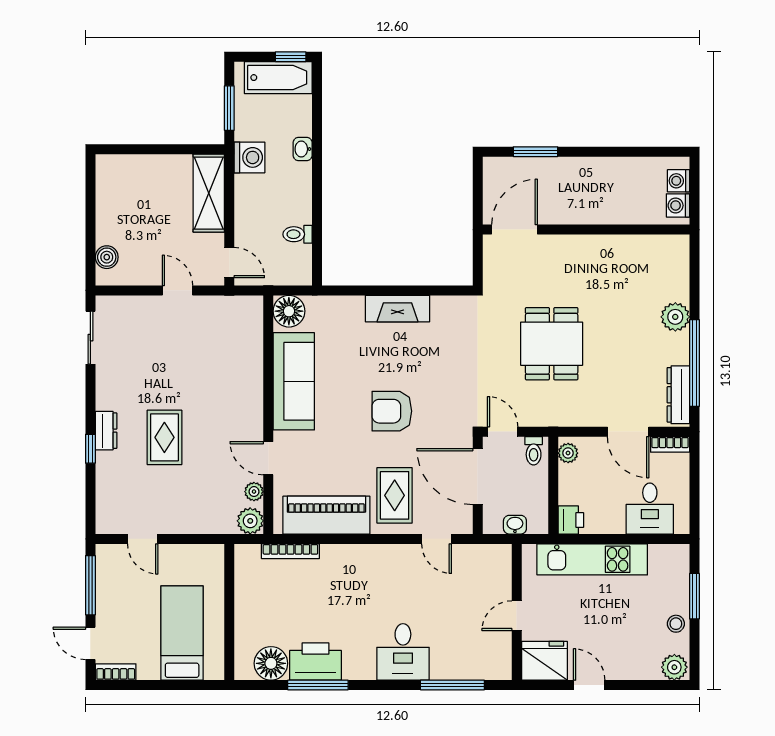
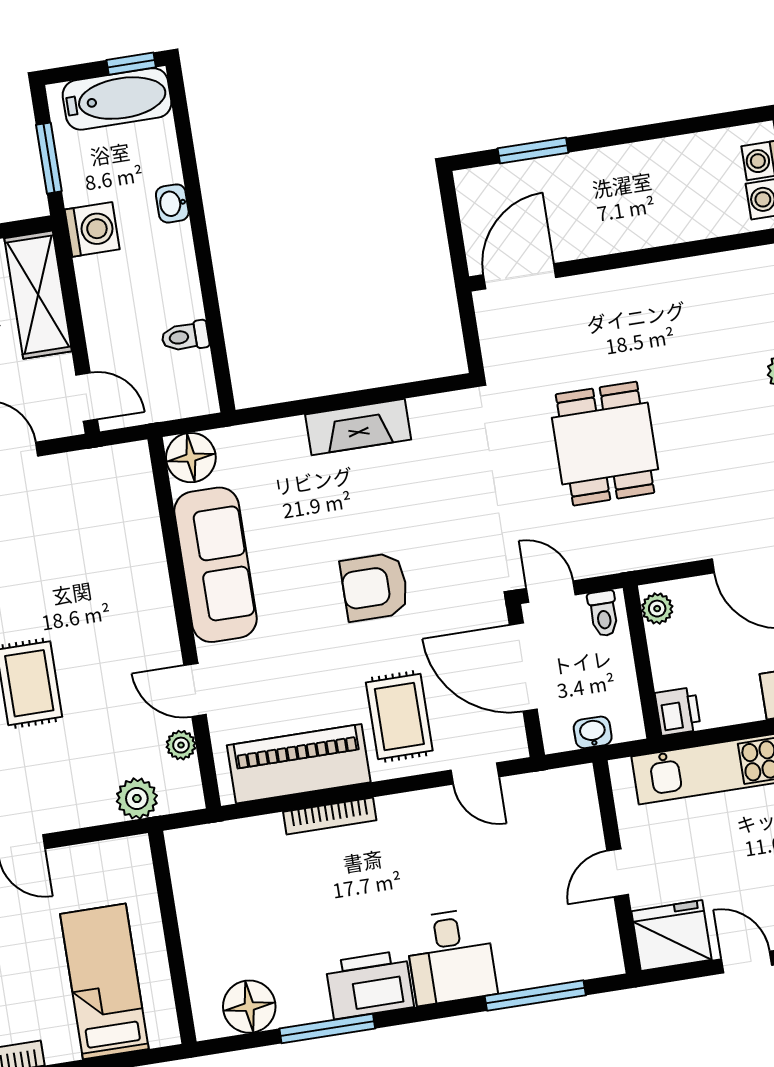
plant: (250, 521) -> (137, 798), moved
bookcase: (290, 551) -> (330, 816), moved
printer: (315, 662) -> (370, 985), moved

